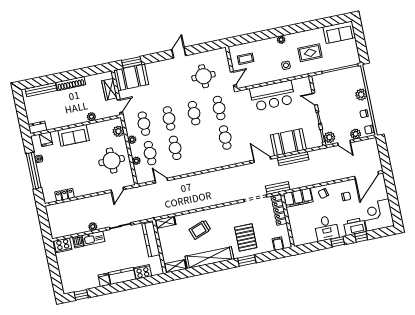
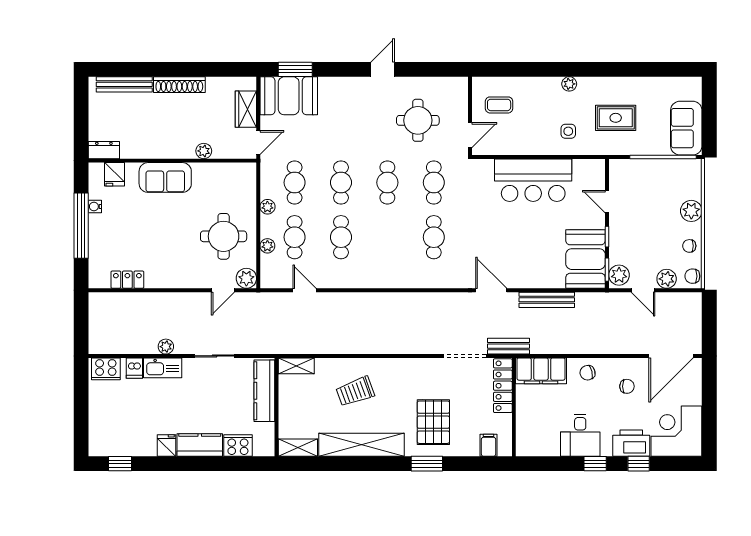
sofa: (339, 32) -> (686, 128), moved, turned 90
plant: (118, 131) -> (246, 278), moved
booth: (288, 142) -> (585, 259), moved, turned 90

